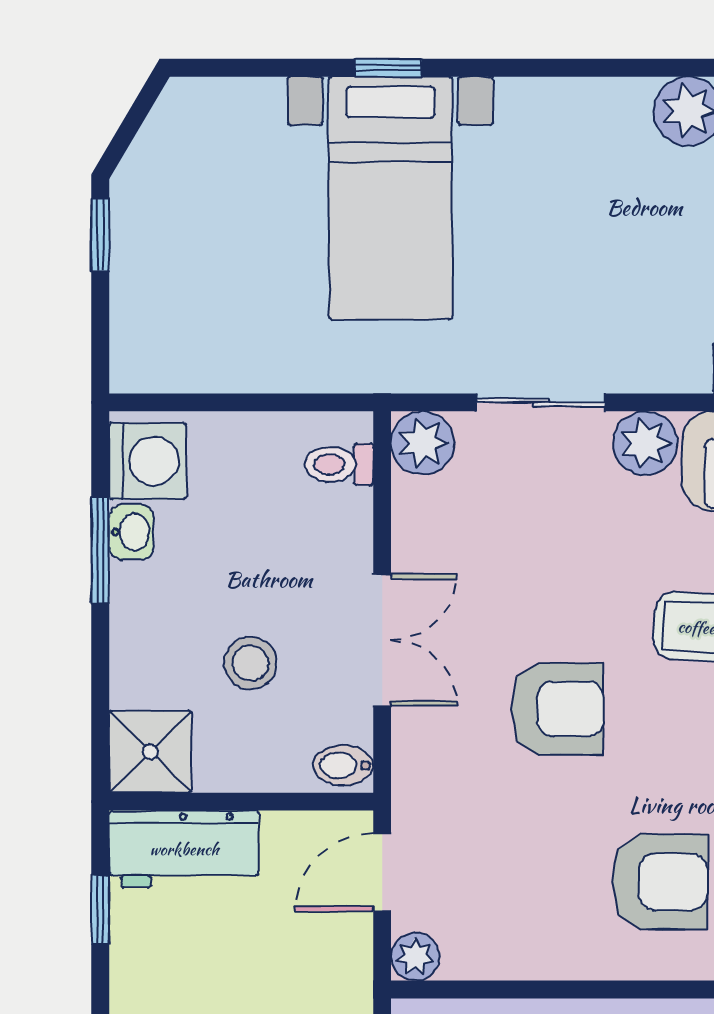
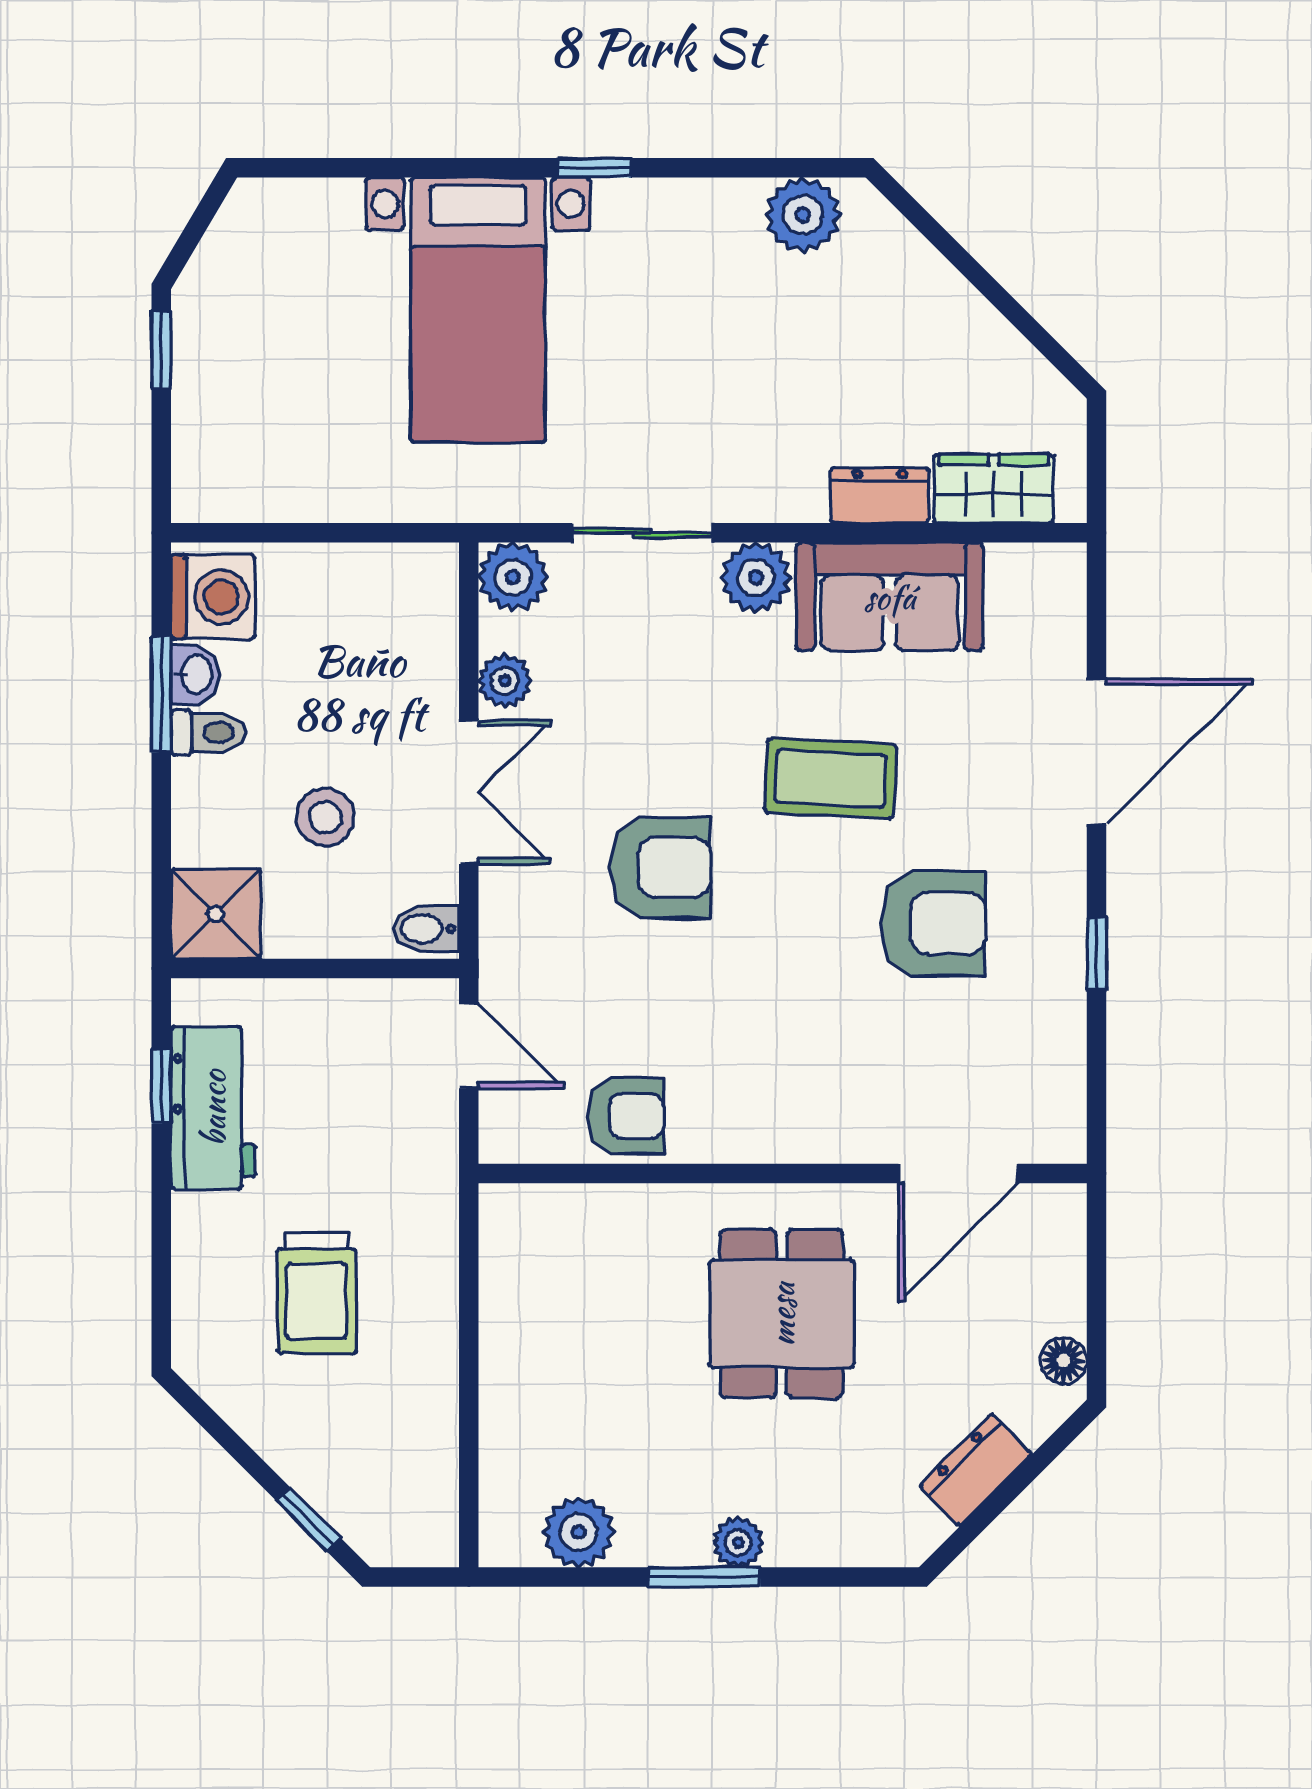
window: (388, 68) -> (594, 168), moved
toilet: (339, 464) -> (208, 732), moved, turned 180
workbench: (184, 849) -> (213, 1108), moved, turned -90
door: (382, 872) -> (469, 1046), swing flipped
armchair: (660, 882) -> (626, 1116), moved, width x0.72, depth x0.72
plant: (415, 957) -> (505, 681), moved

